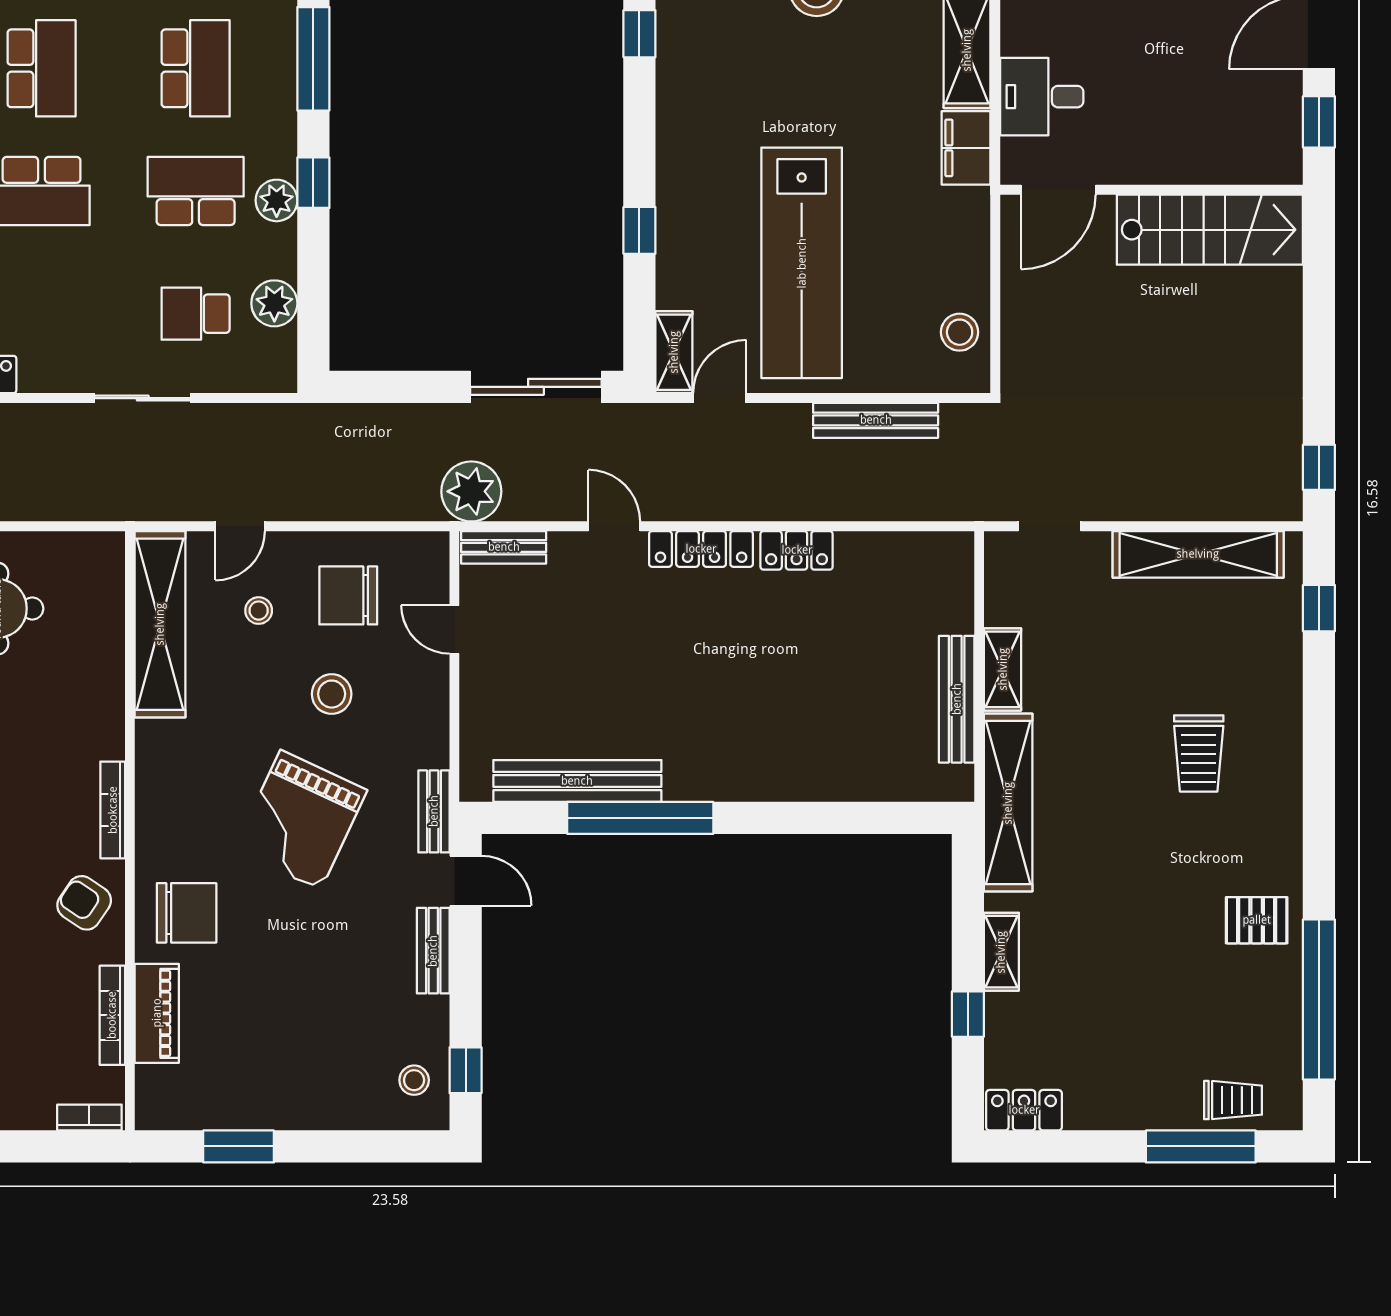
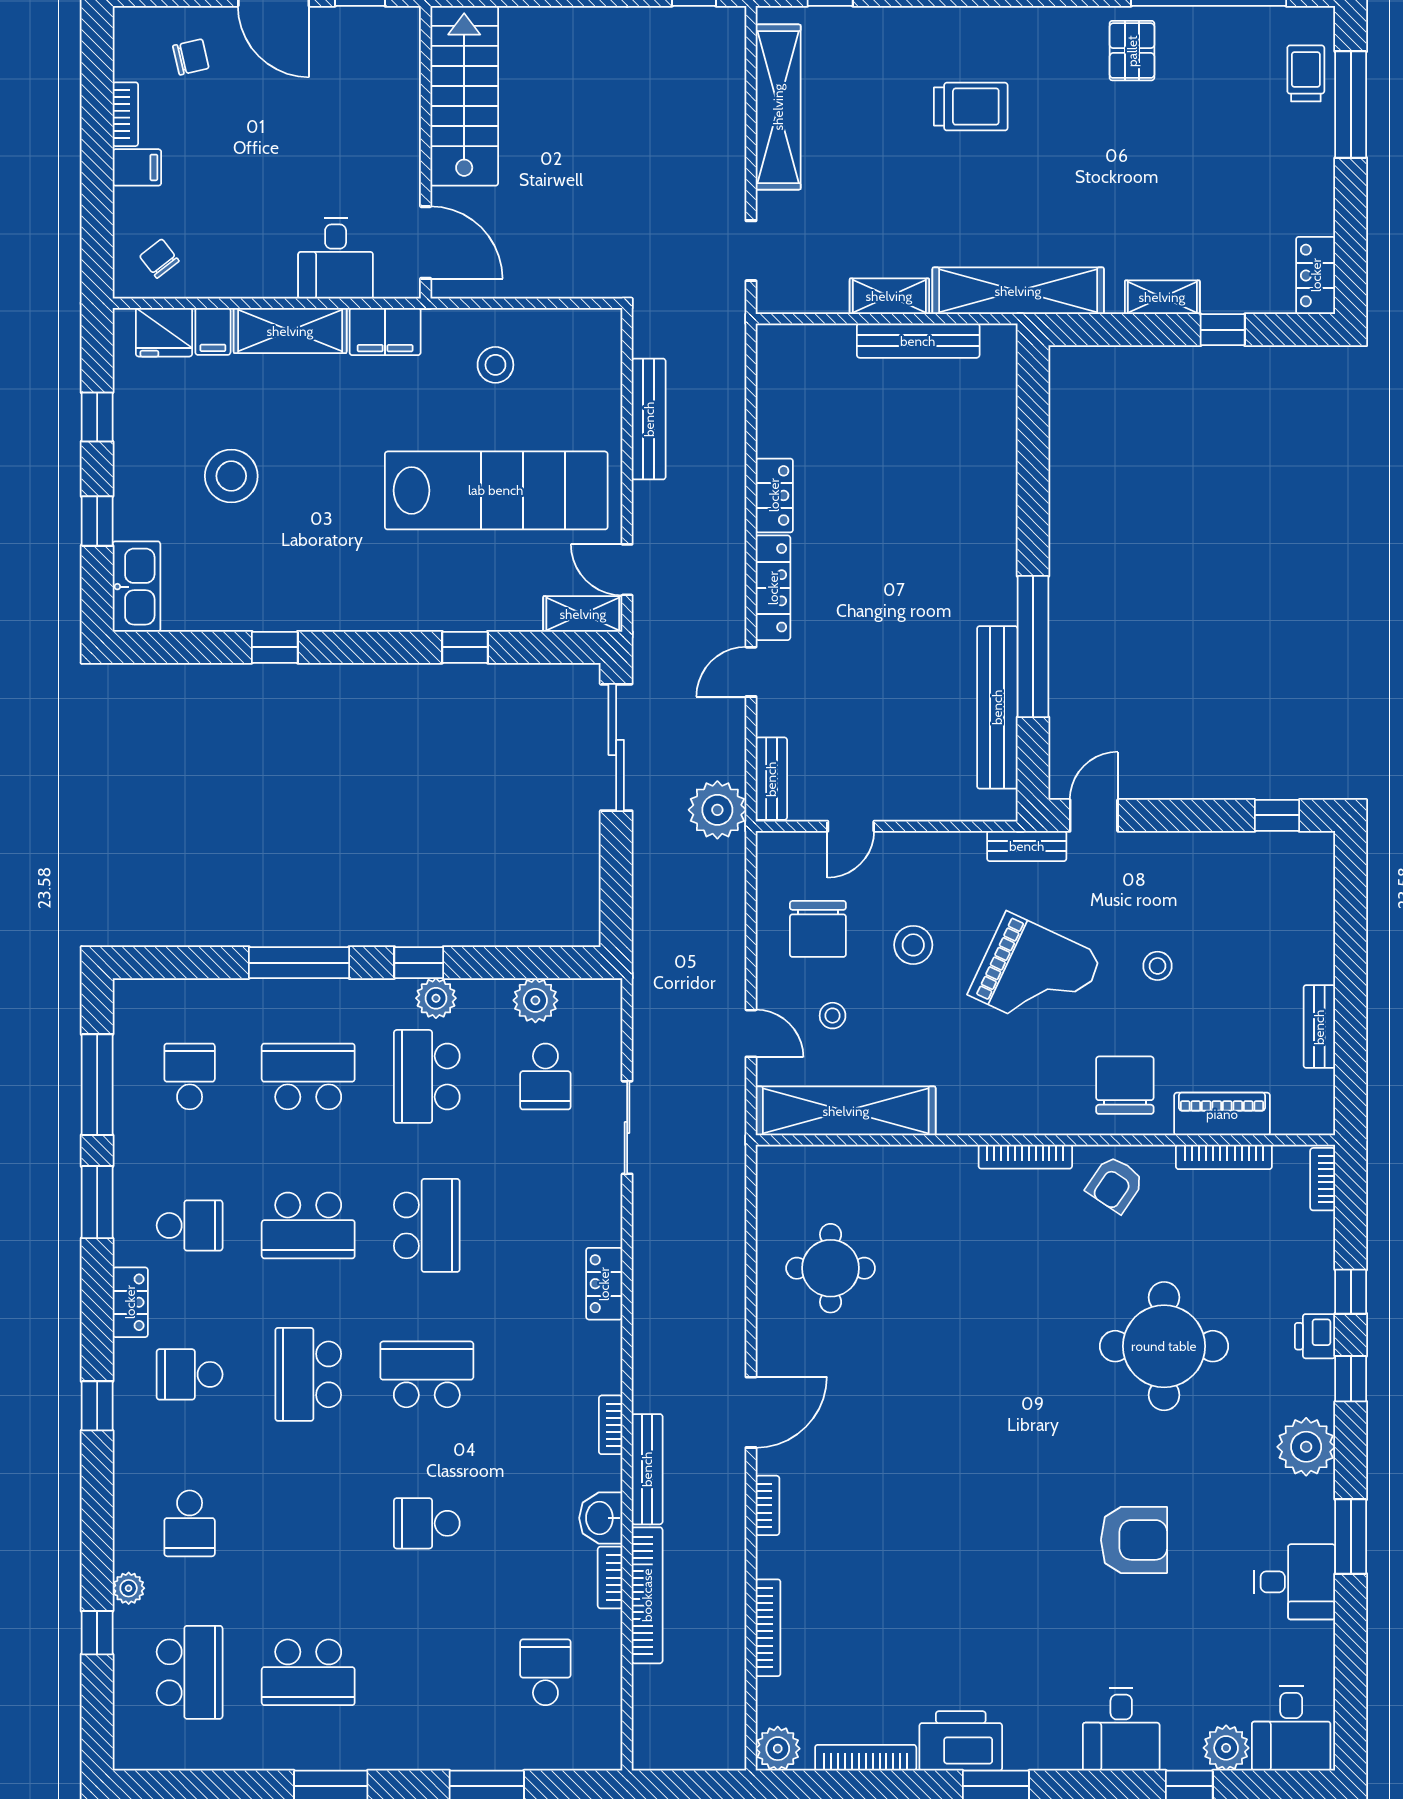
school desk: (42, 68) -> (308, 1225), turned 180
stool: (960, 332) -> (495, 365), moved
bench: (433, 951) -> (1319, 1027), moved, turned 90
stool: (414, 1080) -> (1158, 966), moved
window: (239, 1146) -> (1351, 1035), removed

